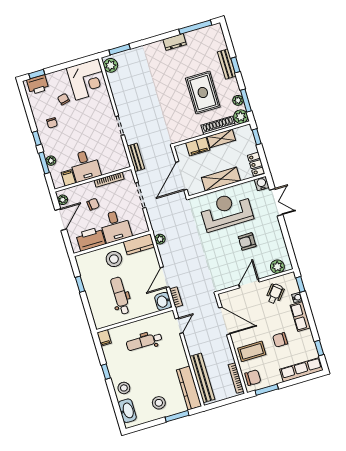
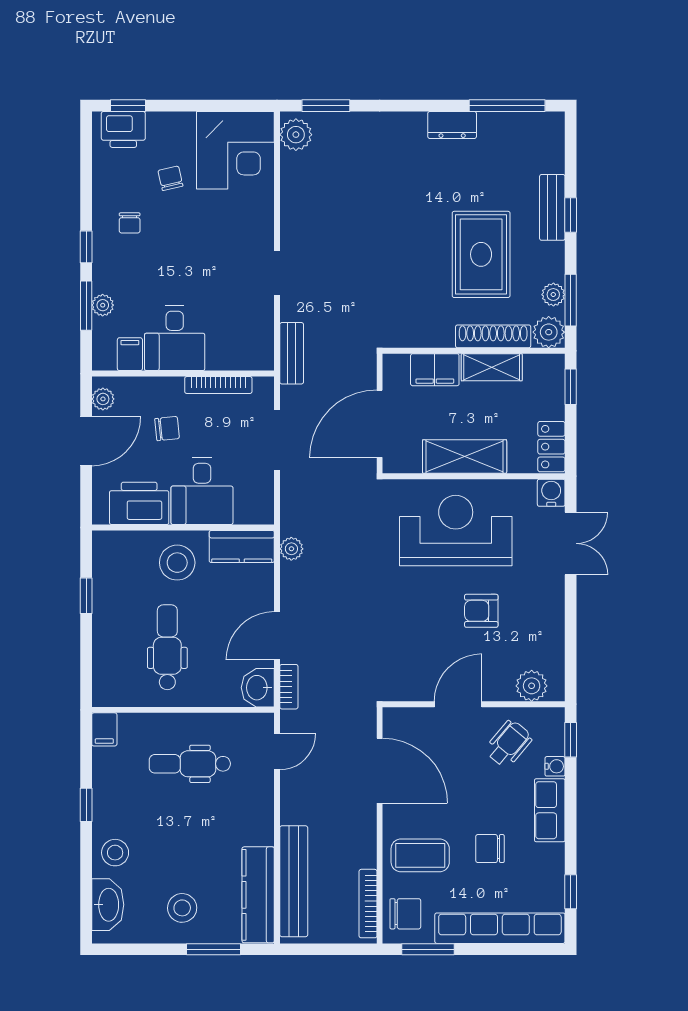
row of seats: (301, 370) -> (500, 928), width x1.36

